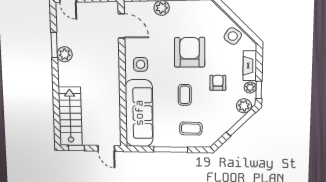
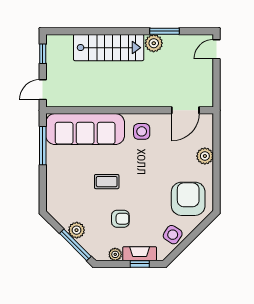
armchair: (190, 52) -> (188, 199), moved, turned -90
window: (259, 90) -> (140, 264), moved
plant: (244, 106) -> (77, 230), moved
stairs: (70, 116) -> (109, 48), moved
coffee table: (191, 129) -> (68, 189), removed
window: (171, 149) -> (43, 146), moved

